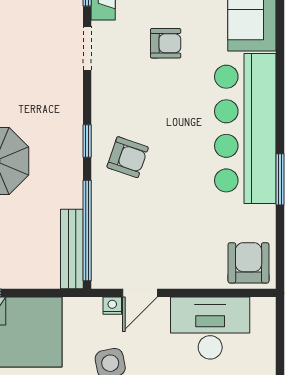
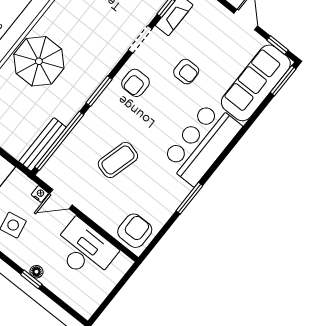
bar counter: (245, 129) -> (202, 143), width x0.73
window: (87, 141) -> (99, 91), width x1.50
armchair: (128, 157) -> (136, 83), moved, turned 71
coffee table: (168, 200) -> (118, 160), added

